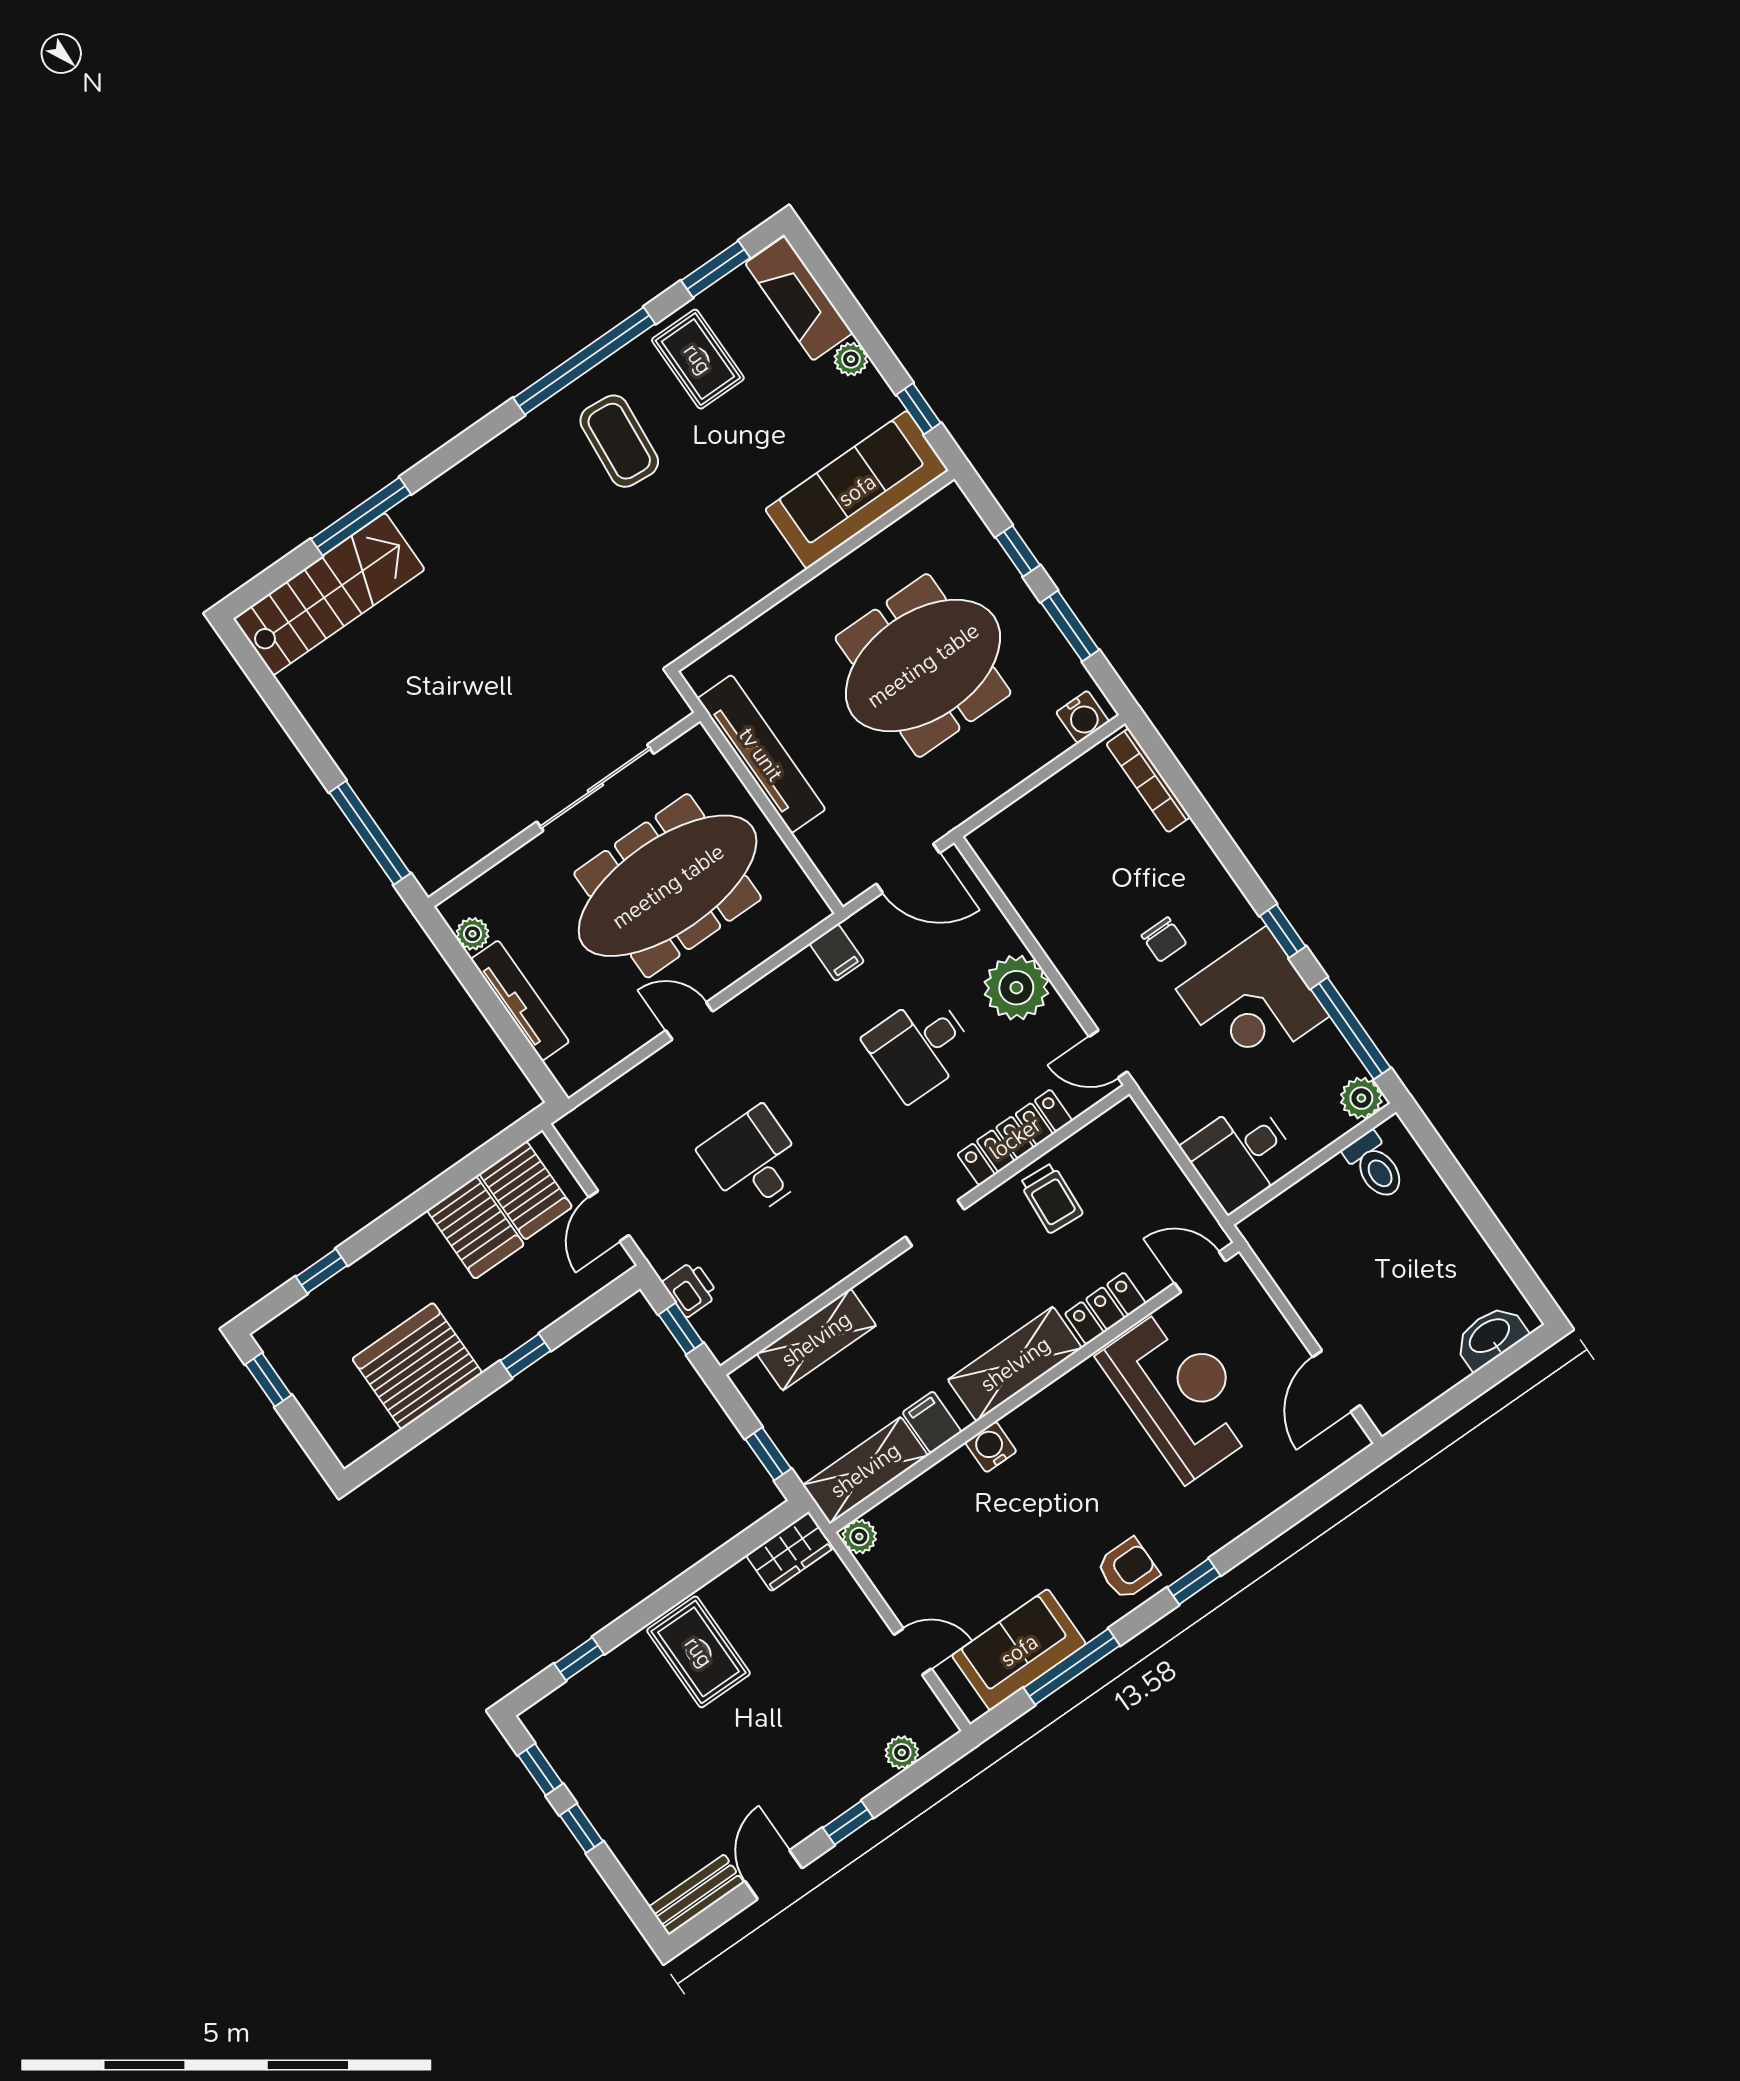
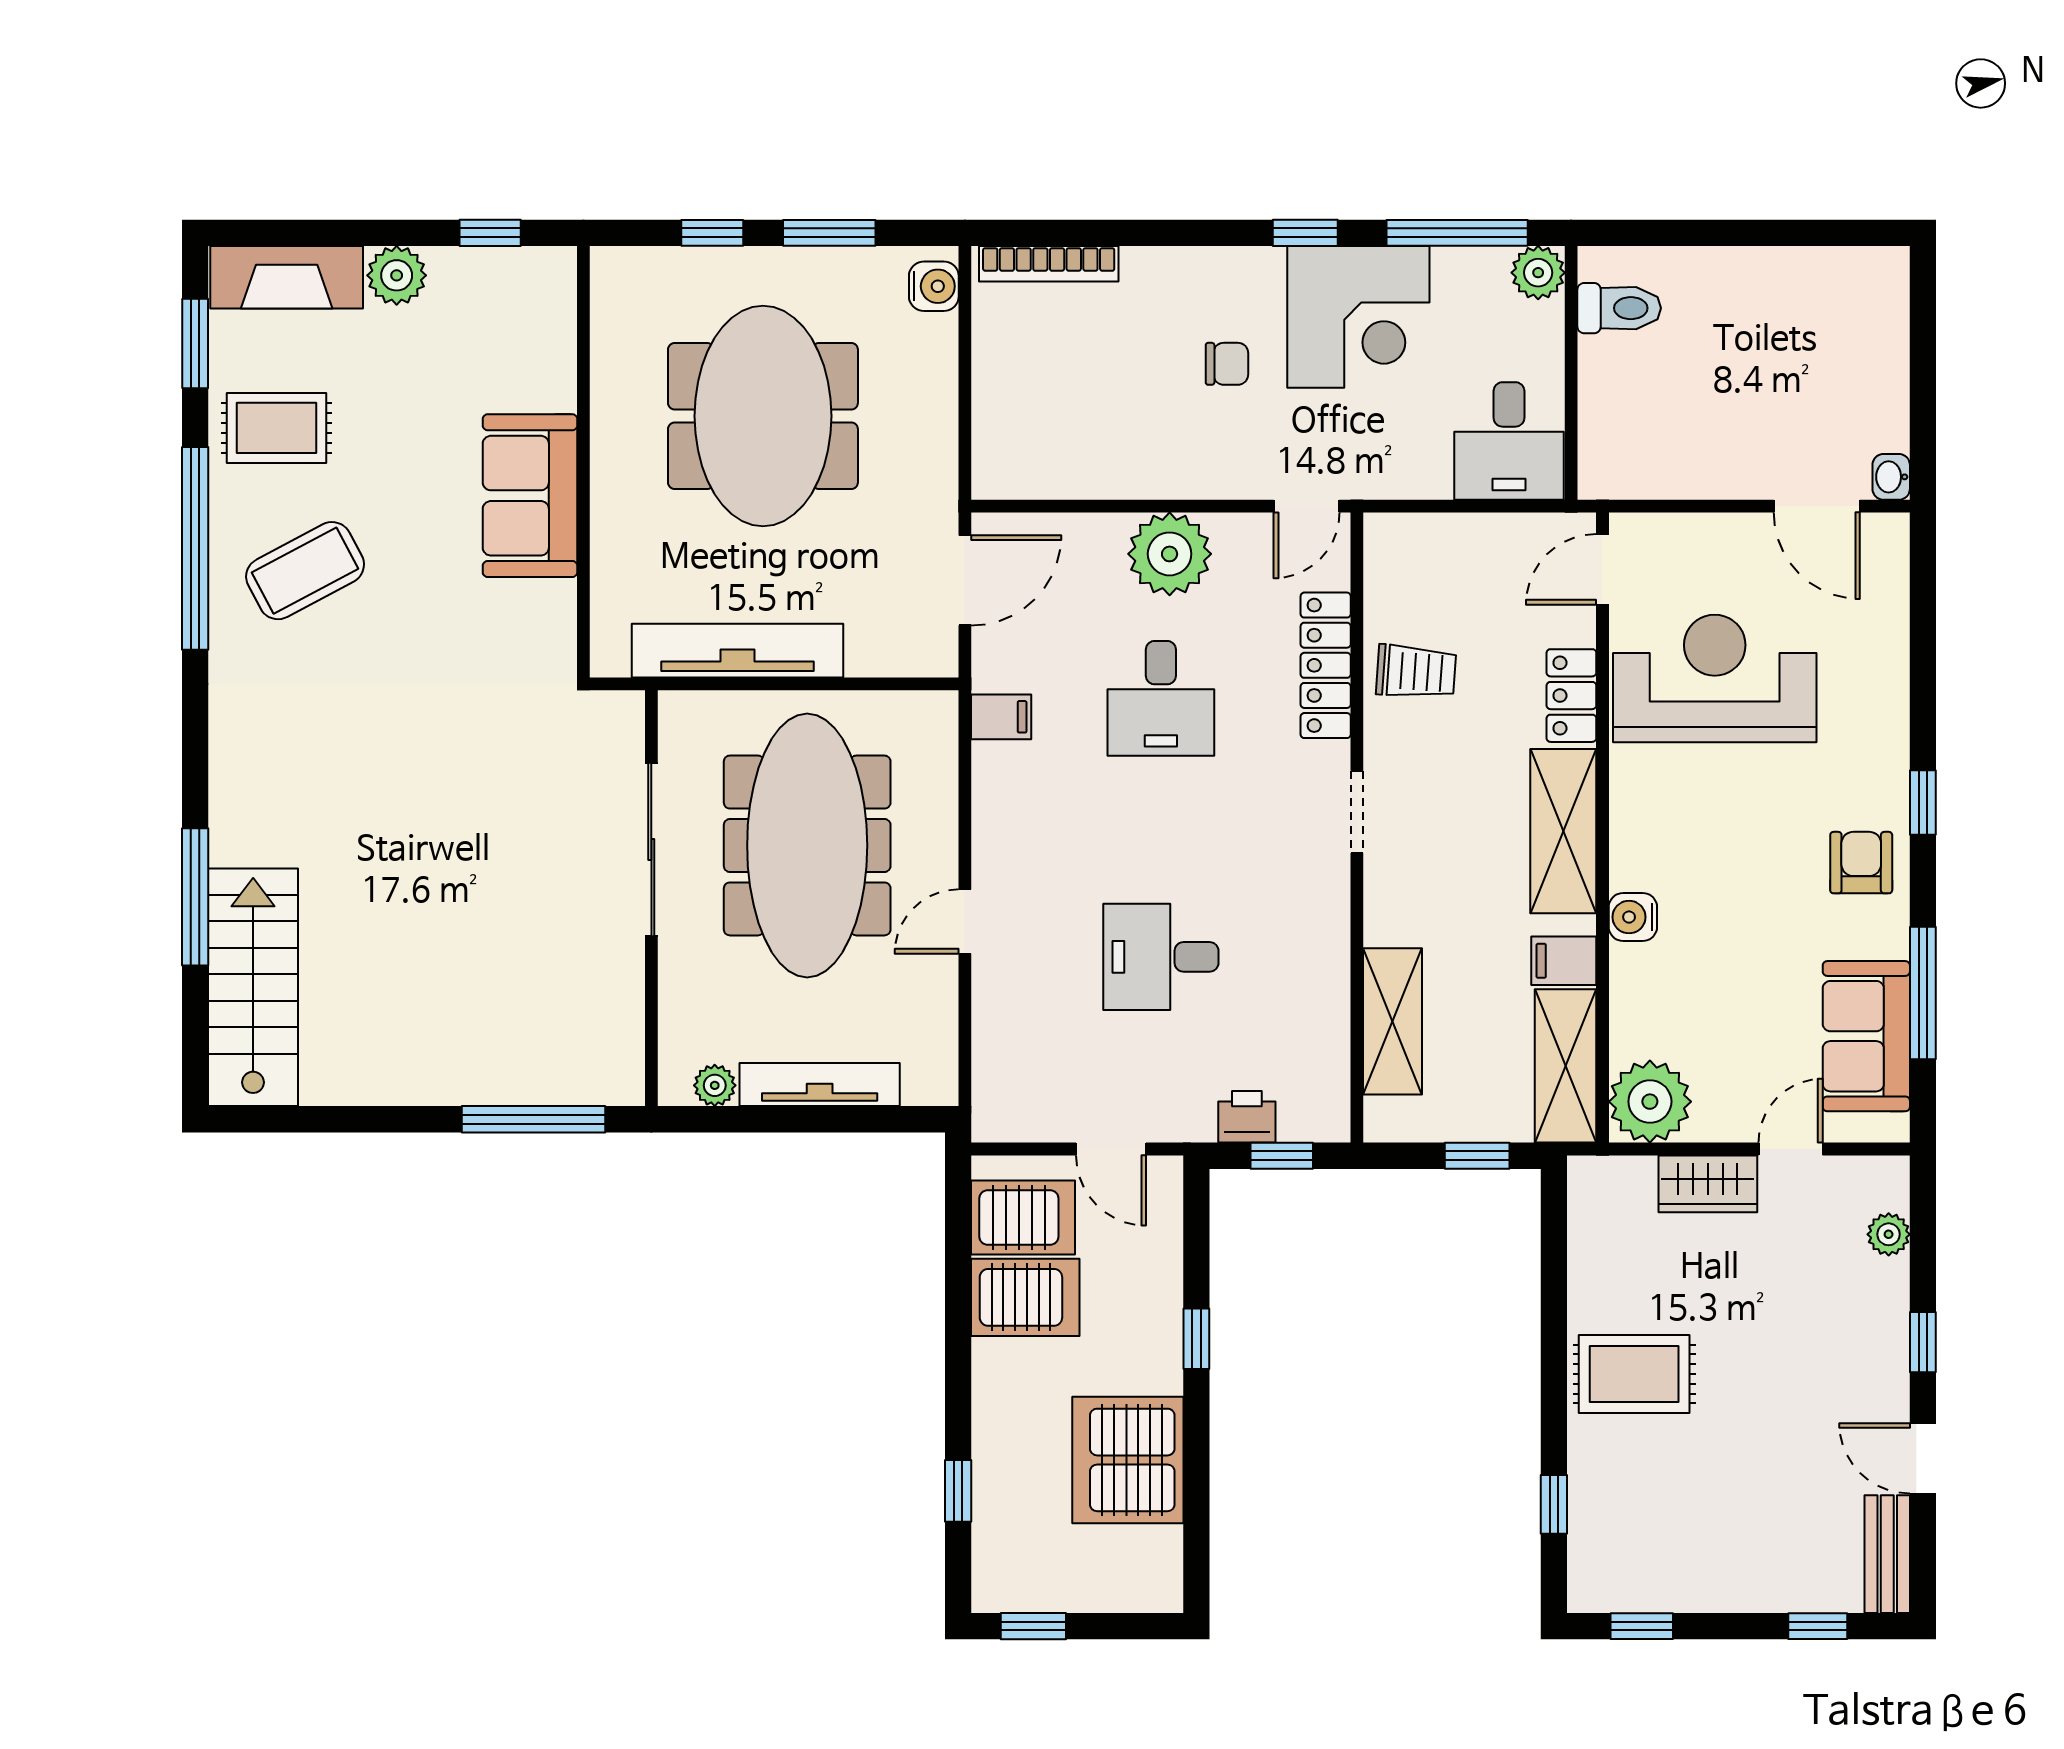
plant: (851, 359) -> (397, 275), width x1.38, depth x1.38
coffee table: (619, 441) -> (305, 571), turned -33
sofa: (857, 490) -> (530, 496), moved, width x0.73
washbasin: (1490, 1337) -> (1891, 477), moved, width x0.52, depth x0.69
plant: (859, 1537) -> (1650, 1102), width x1.87, depth x1.87
wardrobe: (790, 1551) -> (1708, 1184), moved, turned 90
window: (581, 1828) -> (1818, 1626), moved

